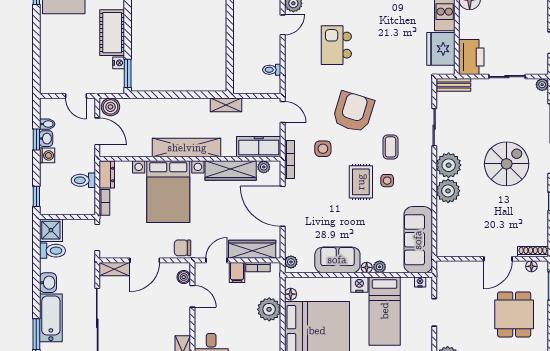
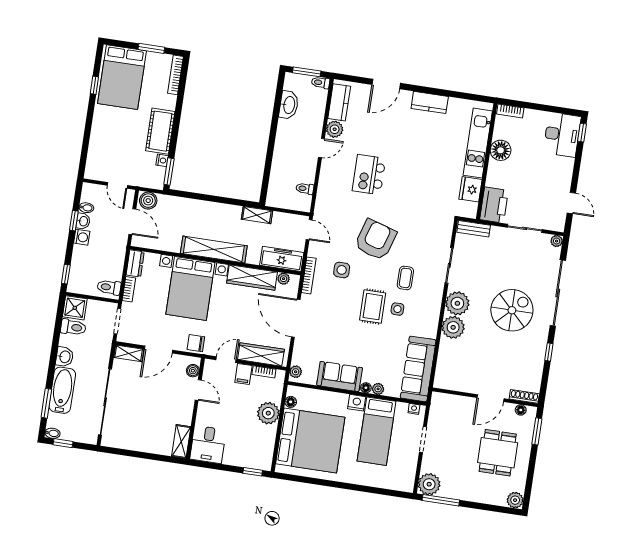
fridge: (441, 49) -> (471, 189), width x0.73, depth x0.75
toilet: (83, 180) -> (109, 287), moved

